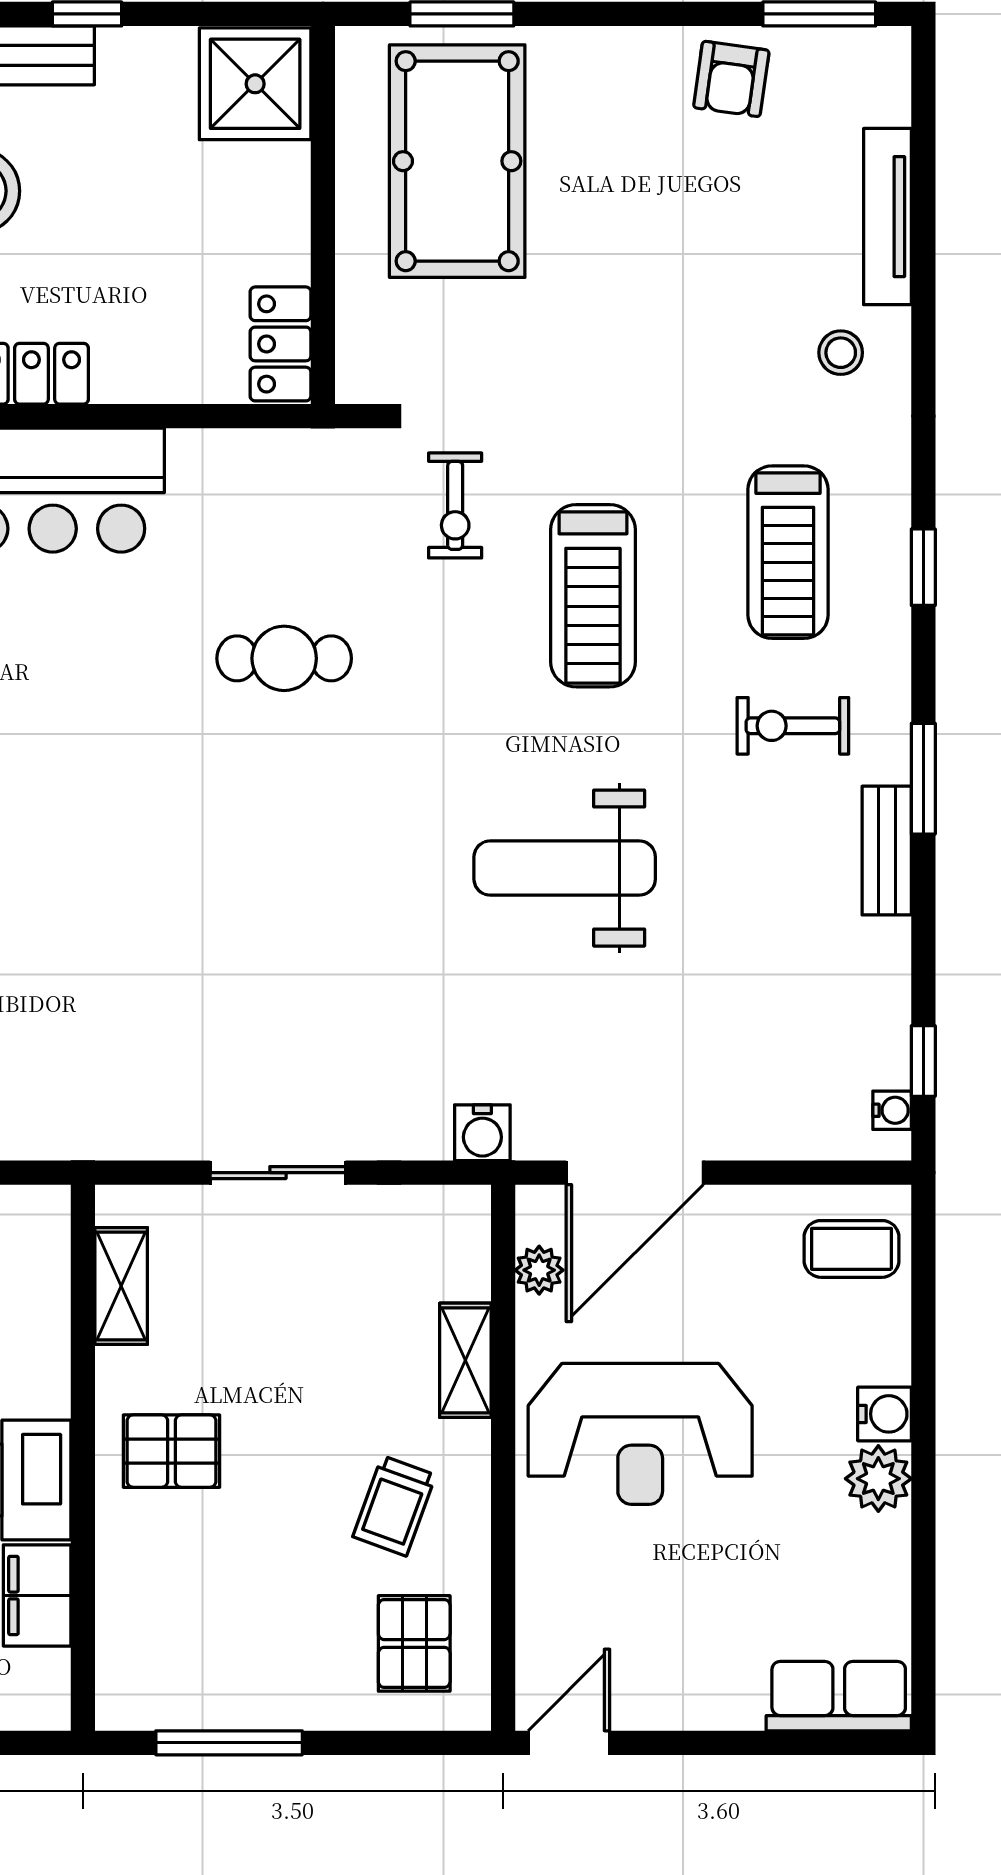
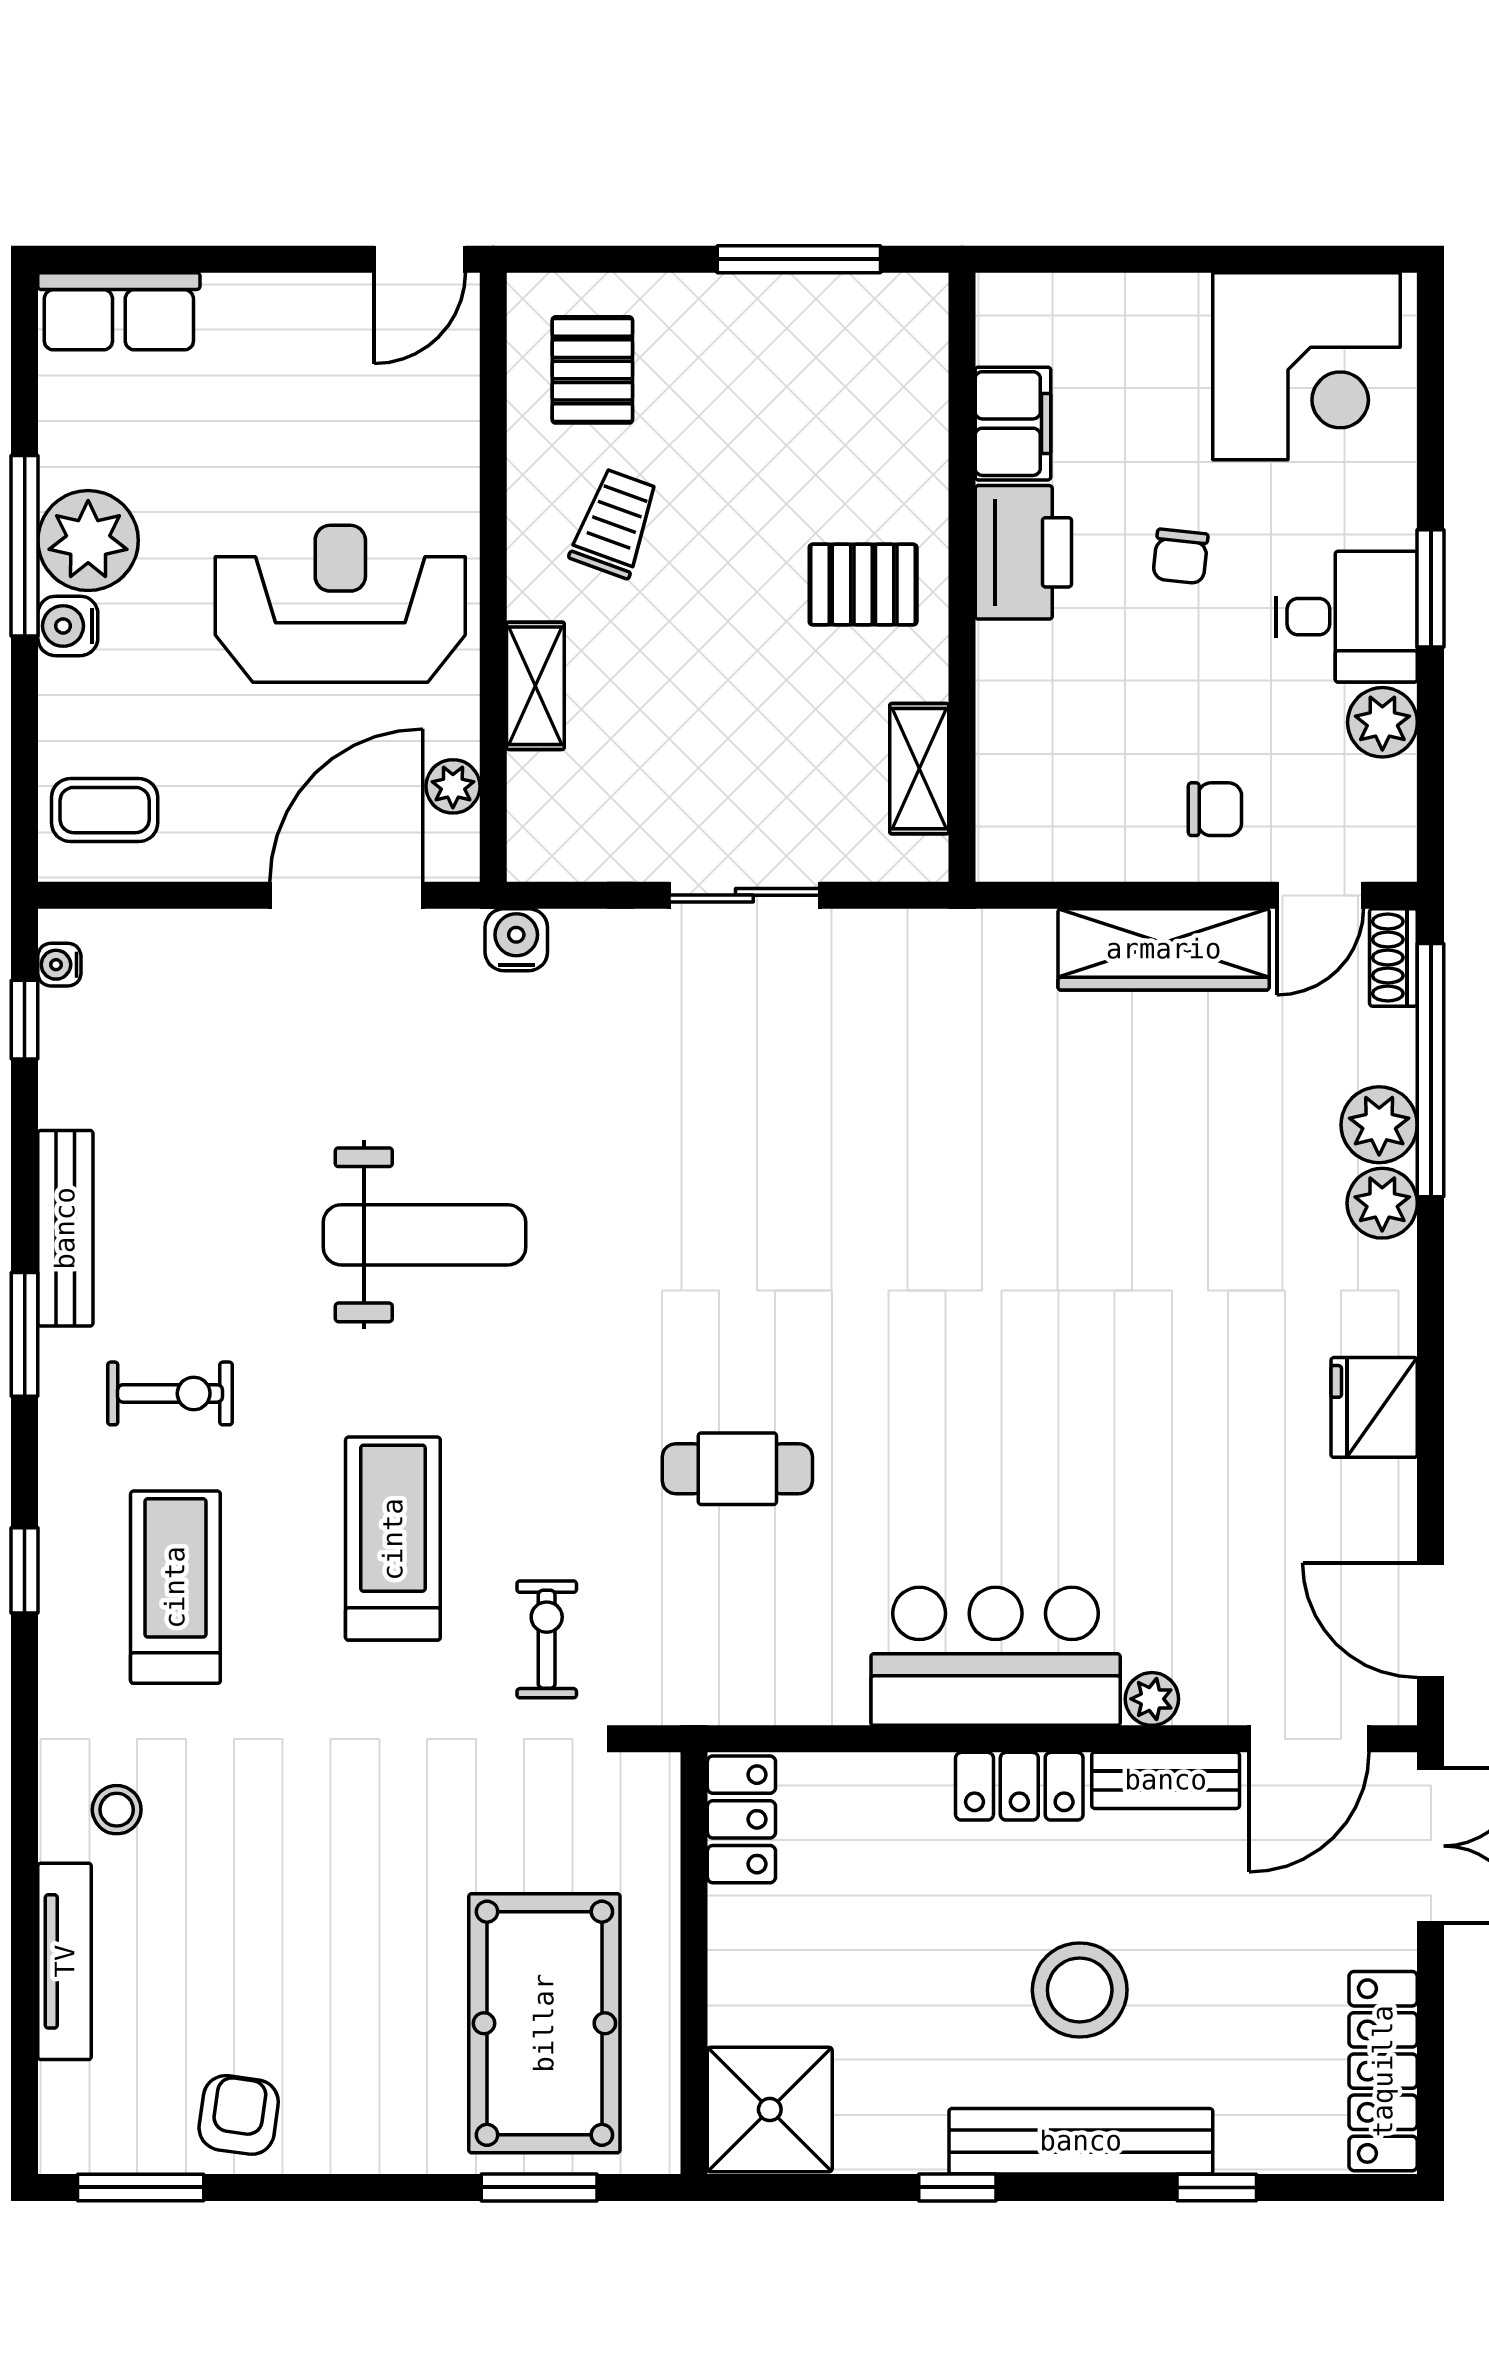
bench: (887, 851) -> (65, 1228), width x1.36
plant: (878, 1479) -> (88, 541), width x1.36, depth x1.36
window: (923, 1486) -> (25, 546), added

